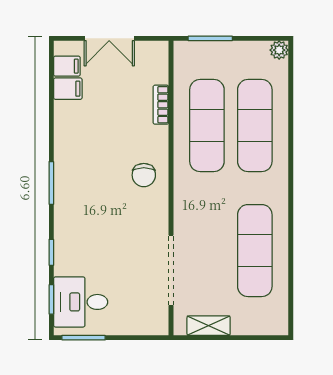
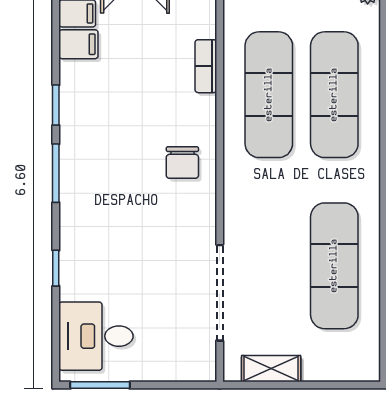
window: (51, 299) -> (56, 105), moved

